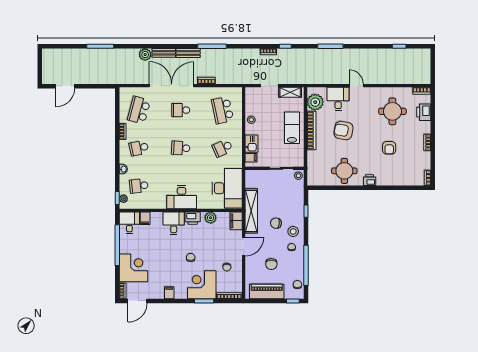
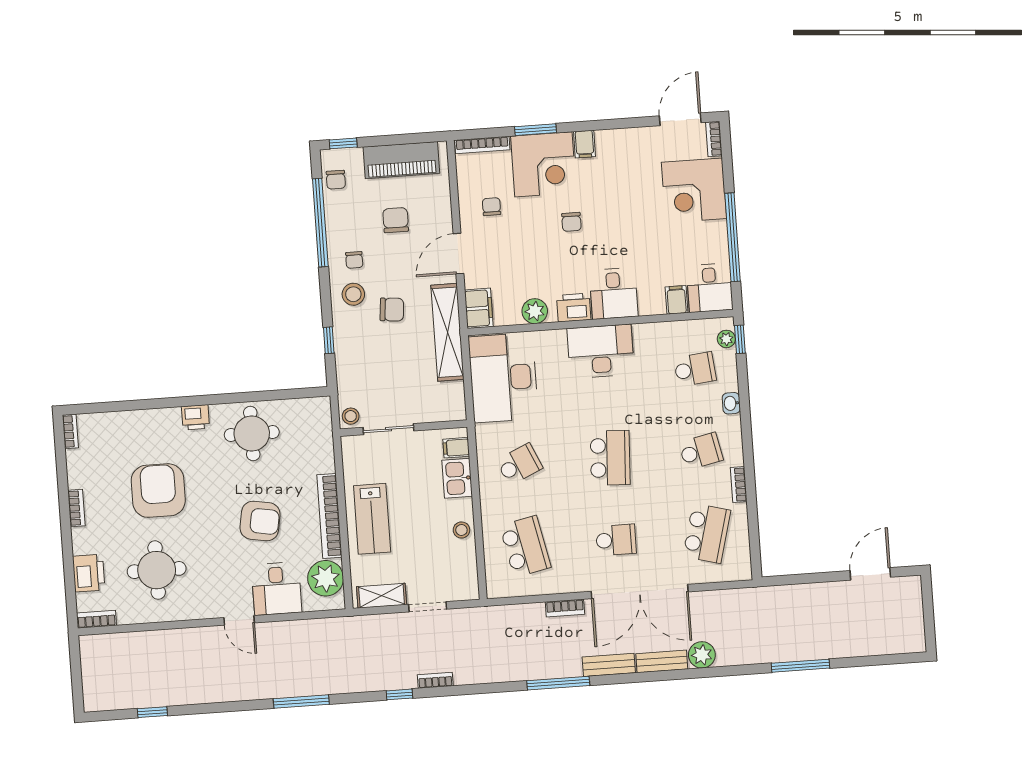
school desk: (181, 148) -> (610, 458), width x1.85
armchair: (389, 148) -> (158, 491), width x1.88, depth x1.88
filing cabinet: (169, 293) -> (585, 144), moved

